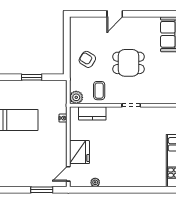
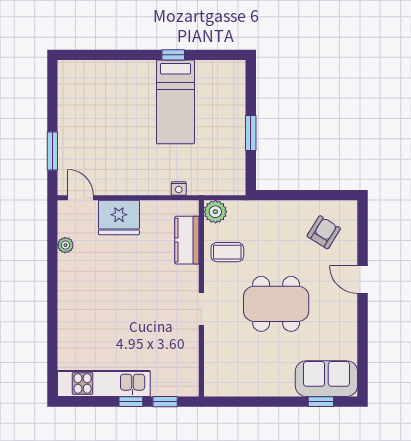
armchair: (87, 59) -> (324, 232), moved
dining table: (128, 63) -> (276, 304), width x1.37

